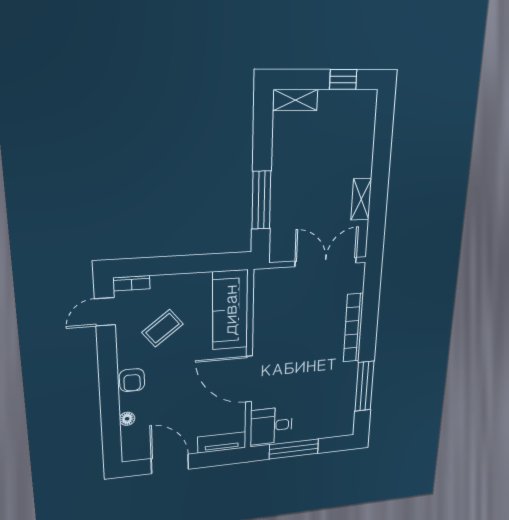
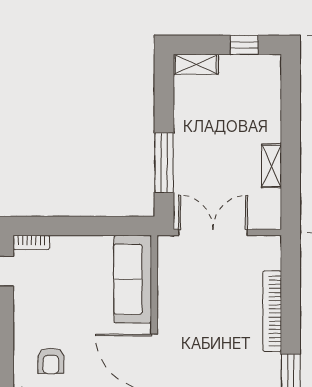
double door: (326, 262) -> (213, 232), moved
coffee table: (162, 328) -> (61, 294), removed
armchair: (132, 380) -> (51, 361), moved

